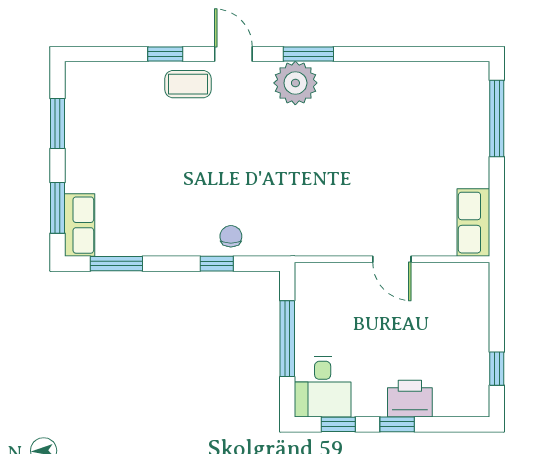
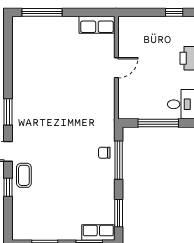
plant: (295, 83) -> (23, 119), removed
window: (217, 264) -> (119, 160), width x2.17

